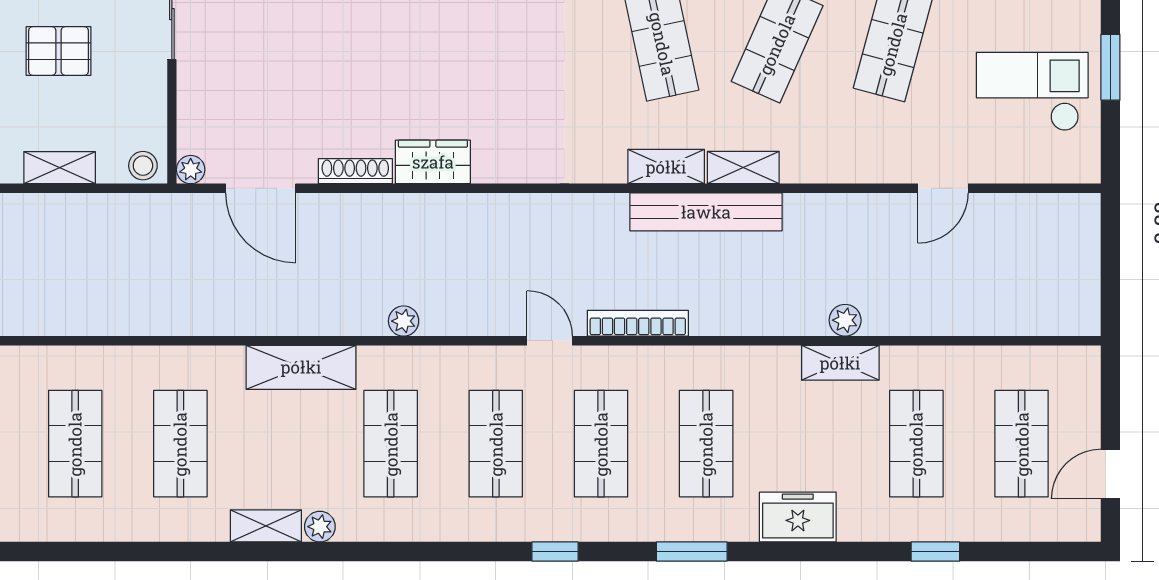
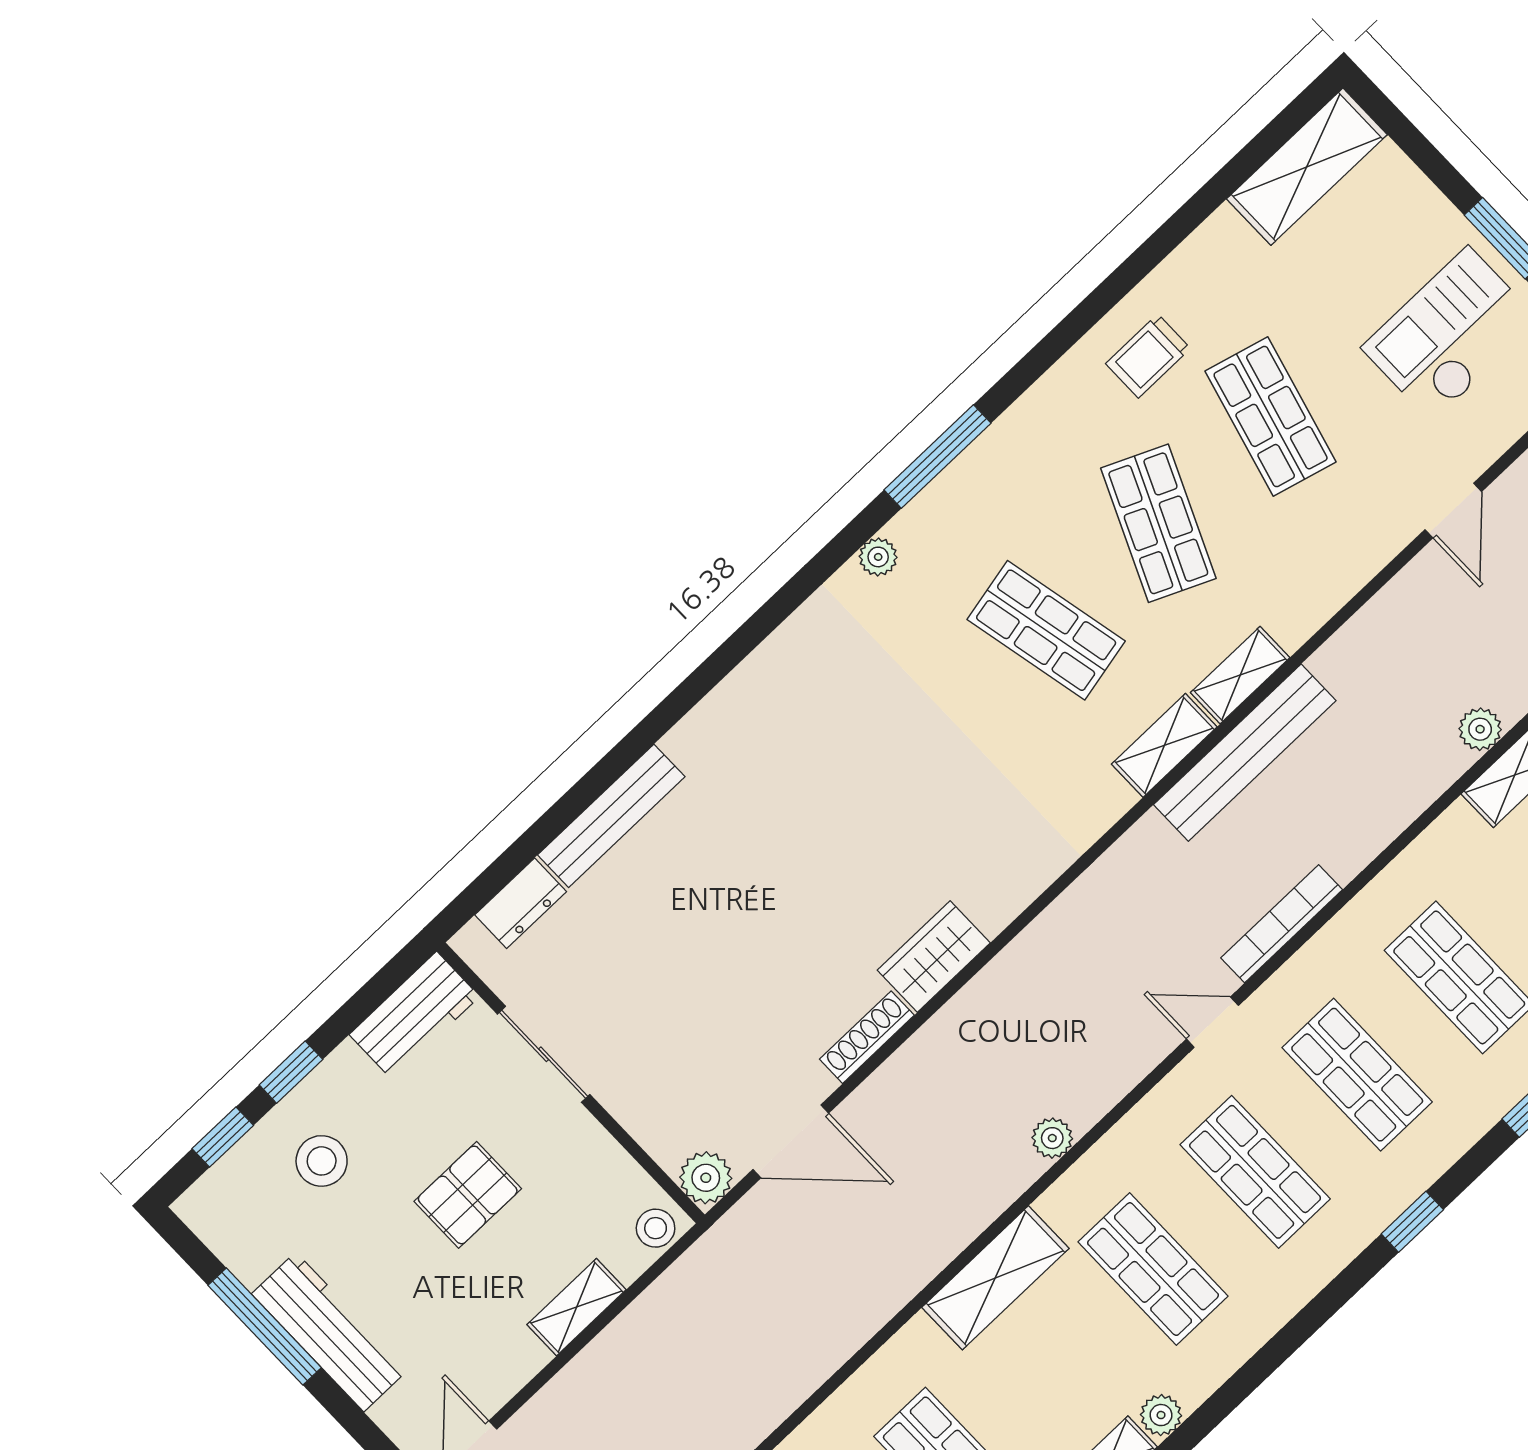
plant: (191, 170) -> (706, 1178), width x1.38, depth x1.38

